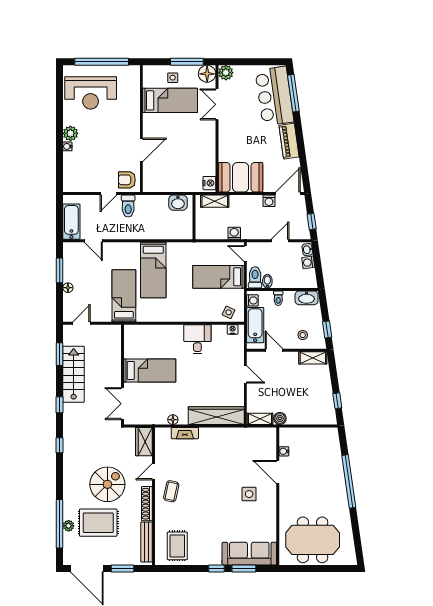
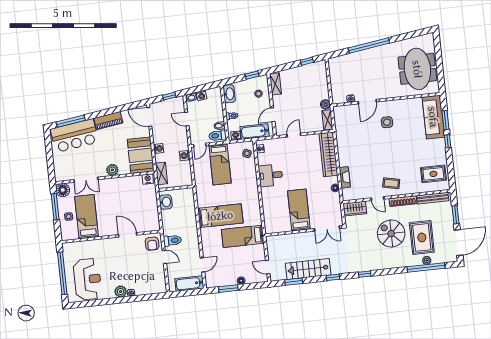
plant: (226, 73) -> (112, 170), moved
washing machine: (269, 201) -> (158, 148), moved

